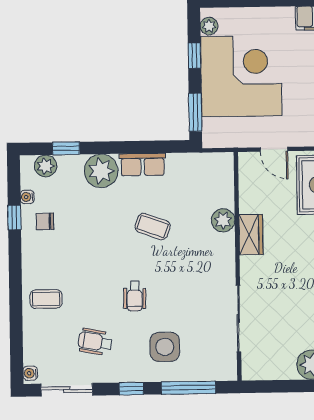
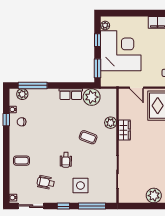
window: (66, 148) -> (33, 85), width x2.17
plant: (101, 171) -> (92, 97), moved
coffee table: (153, 226) -> (88, 137), moved

